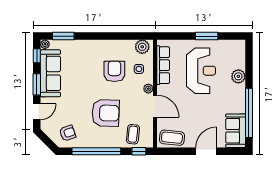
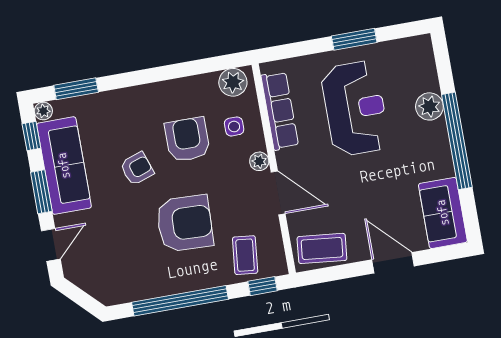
window: (249, 113) -> (457, 141), moved
armchair: (68, 133) -> (137, 169), moved
door: (206, 151) -> (393, 263), hinge flipped

